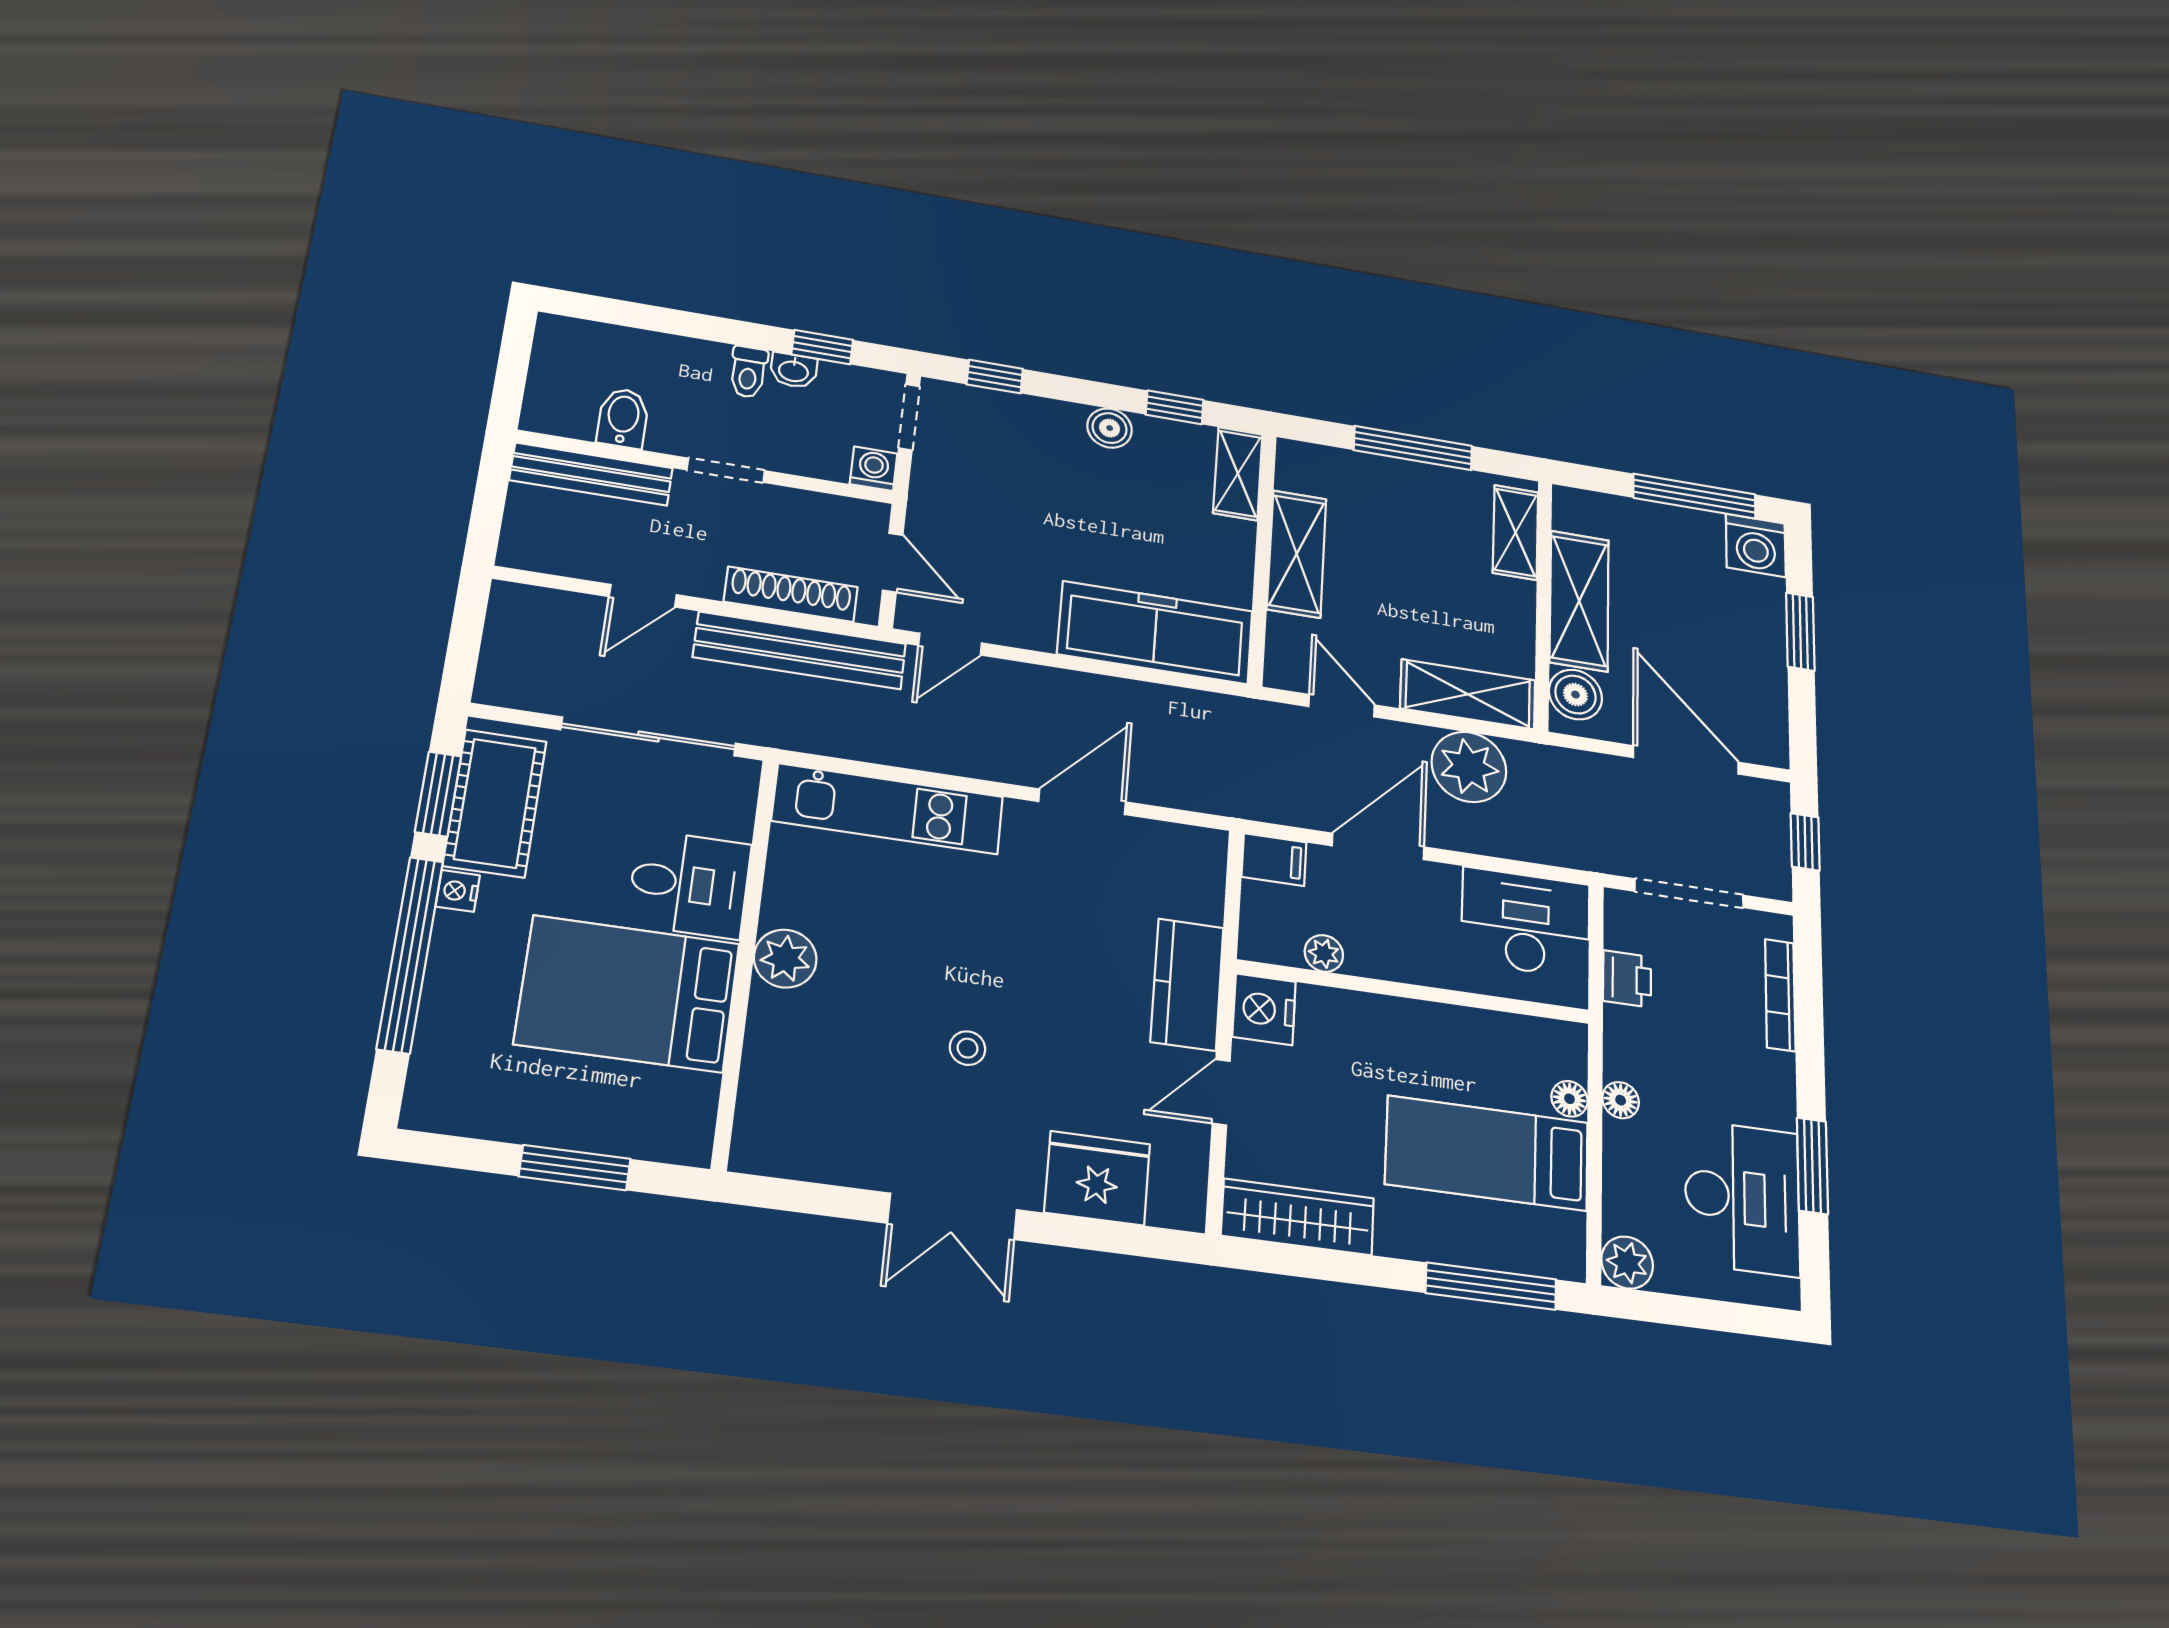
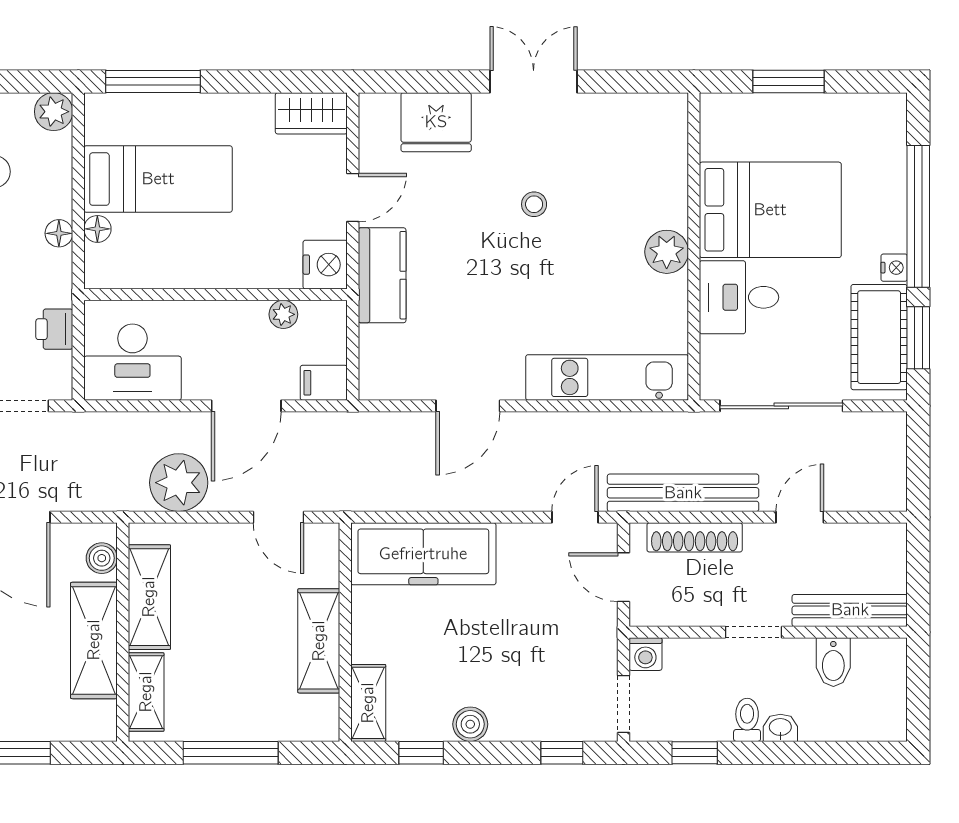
washbasin: (794, 370) -> (780, 728), moved
shelving: (1468, 694) -> (149, 597), moved, turned 90
boiler: (1575, 695) -> (102, 558), width x0.73, depth x0.73
wardrobe: (1298, 1217) -> (311, 113), width x0.67

